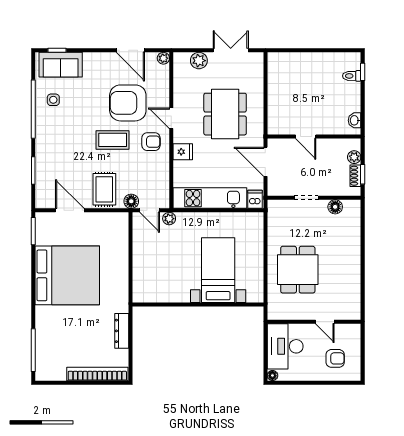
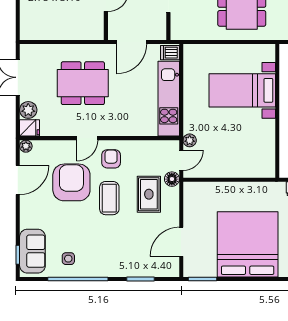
armchair: (128, 103) -> (71, 182), turned 180
fridge: (183, 152) -> (30, 128), moved, turned 90
rug: (104, 189) -> (149, 194), moved, turned 90

